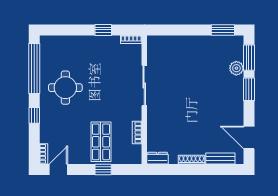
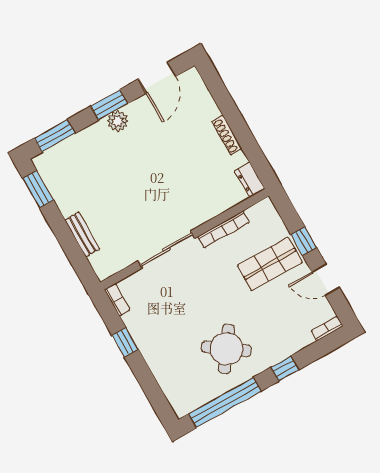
plant: (236, 68) -> (118, 121), moved
round table: (65, 88) -> (226, 349), turned 35
window: (249, 89) -> (109, 105), moved
bookcase: (137, 132) -> (224, 229), width x1.56
bench: (220, 159) -> (82, 234), moved
door: (58, 169) -> (326, 280), moved

